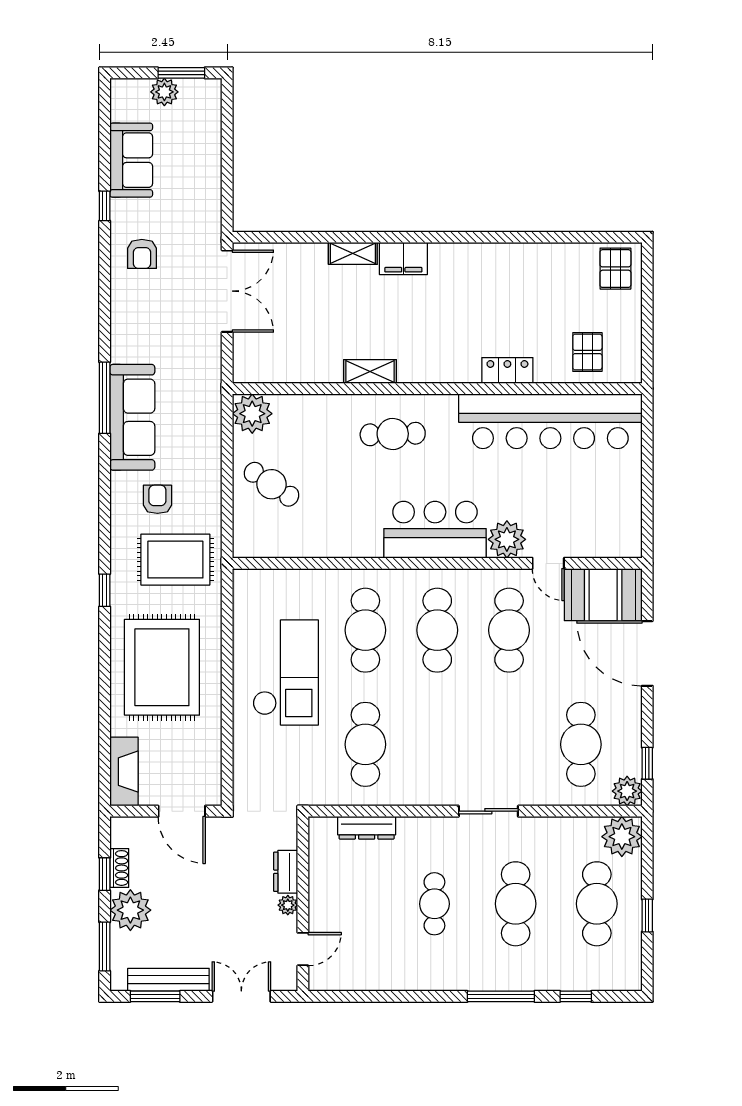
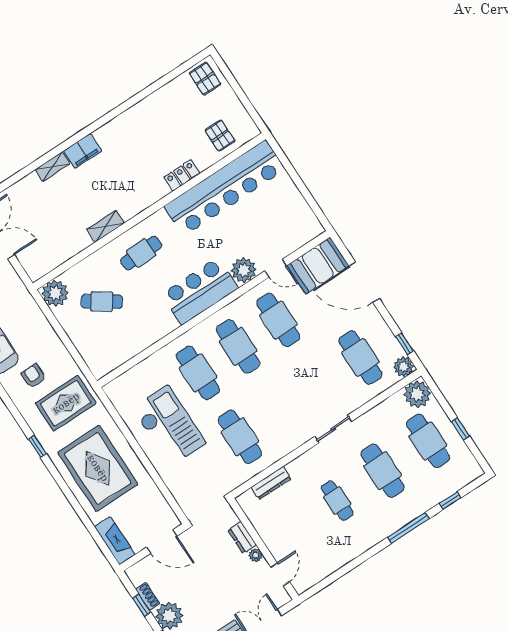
cafe table: (272, 484) -> (102, 301), moved

